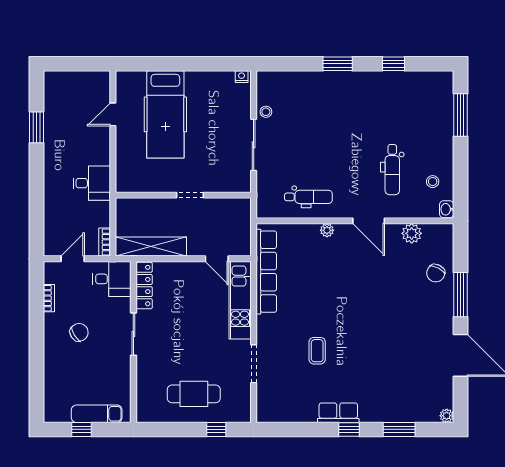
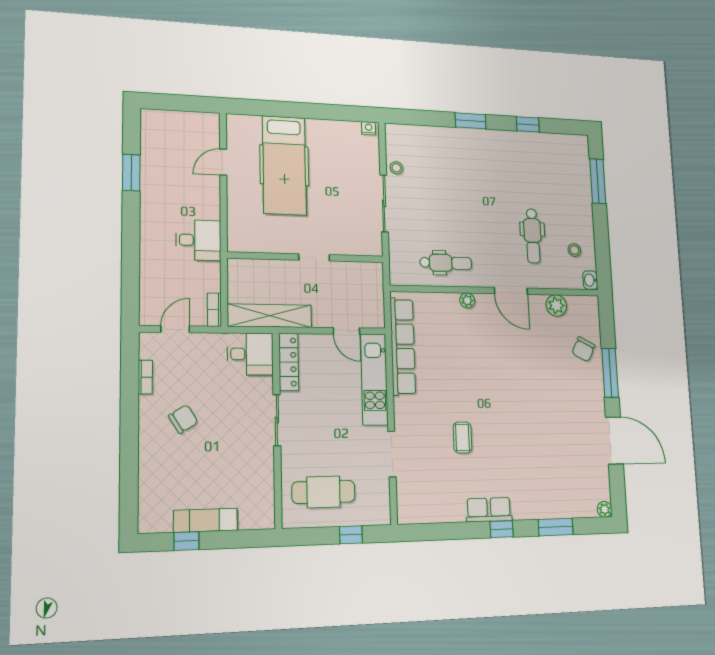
desk: (112, 279) -> (250, 354), moved
locker: (144, 286) -> (289, 362), moved
sliding door: (133, 334) -> (277, 420), moved
wall: (133, 342) -> (277, 430), moved

